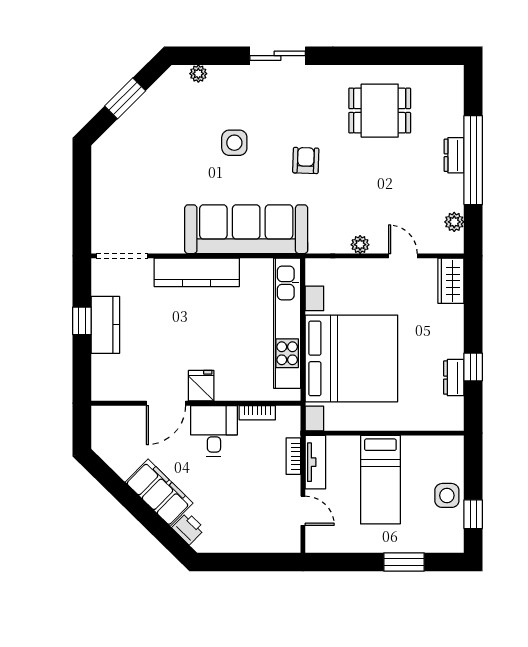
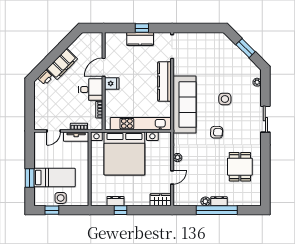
plant: (454, 222) -> (205, 201), moved
door: (166, 403) -> (104, 67), hinge flipped
bed: (380, 480) -> (55, 177), moved, turned 180

